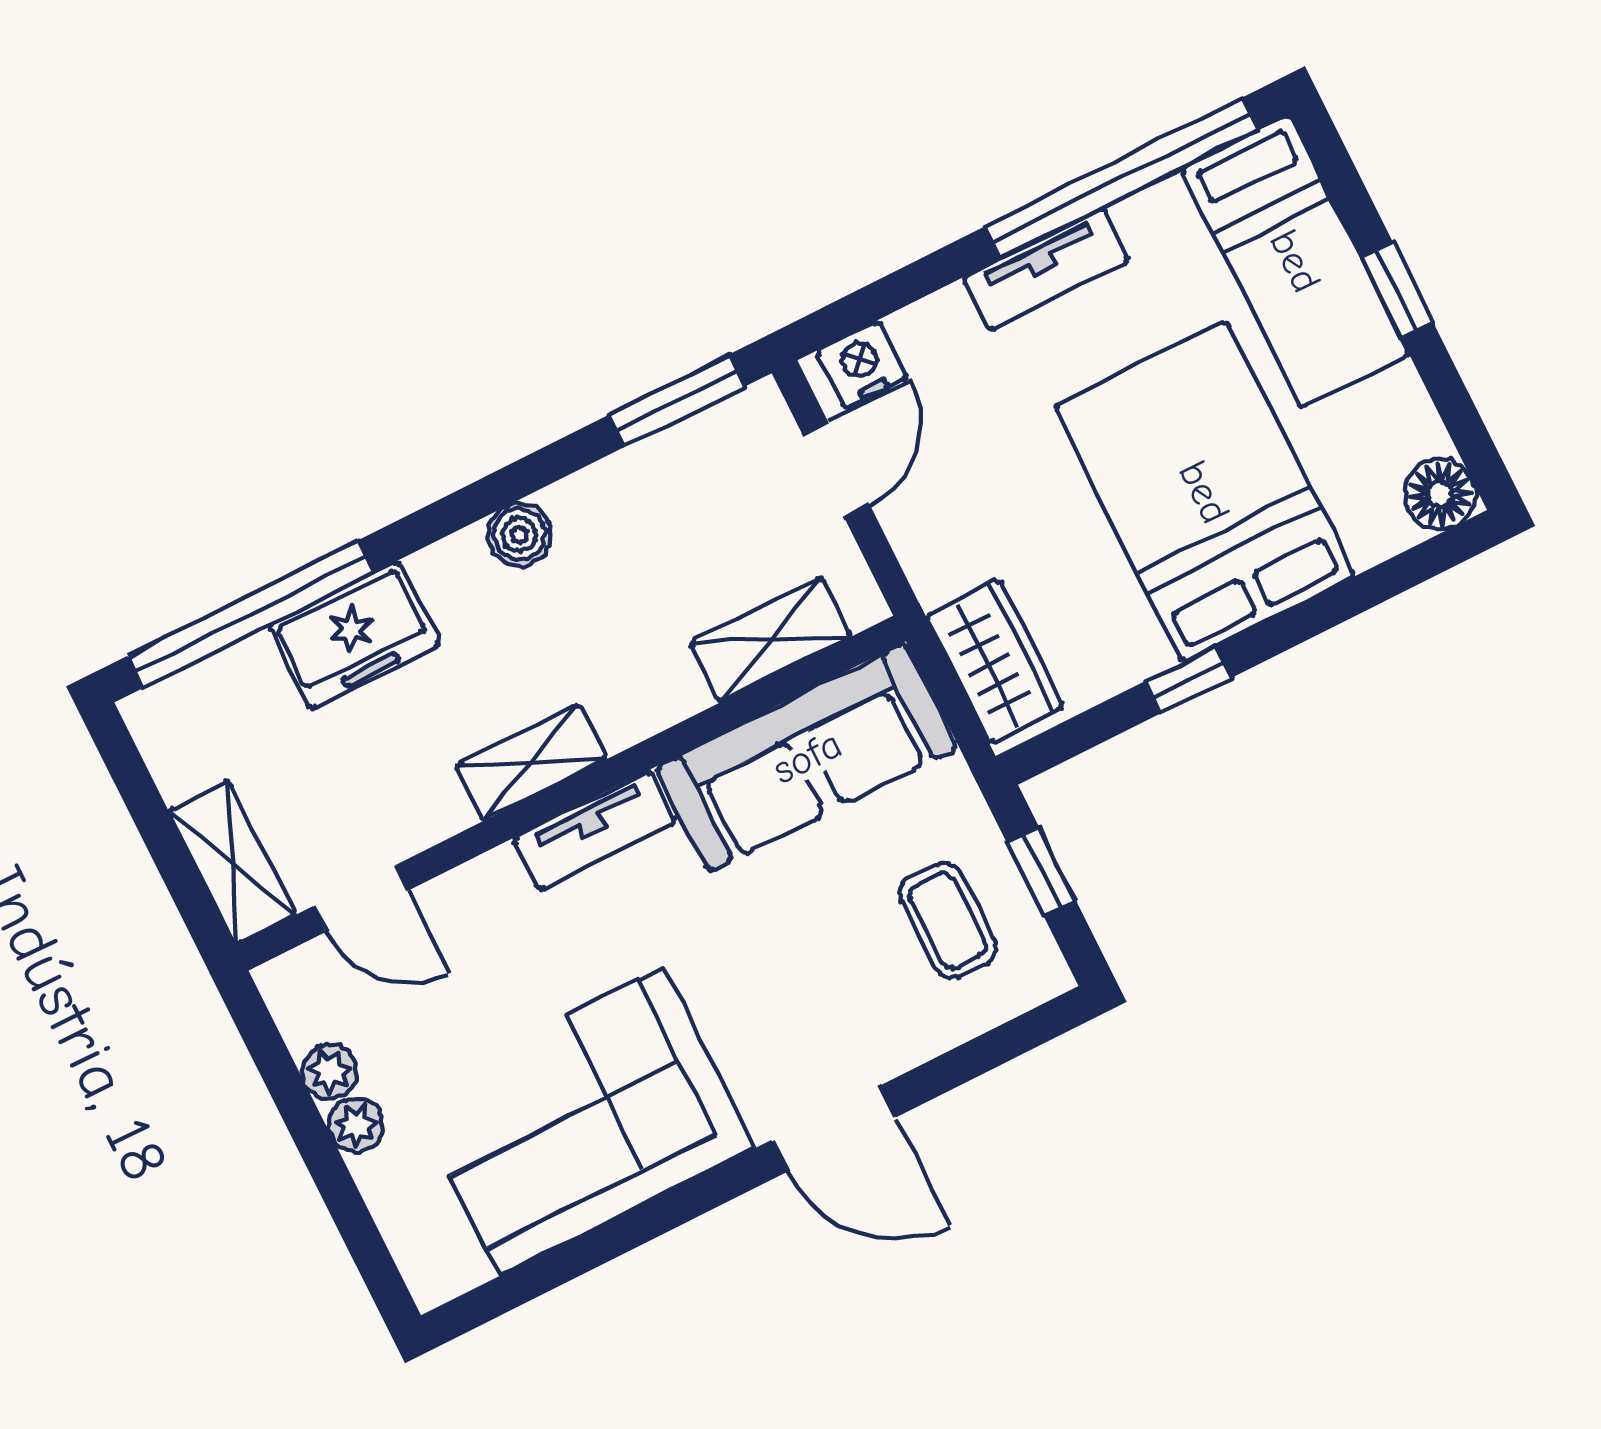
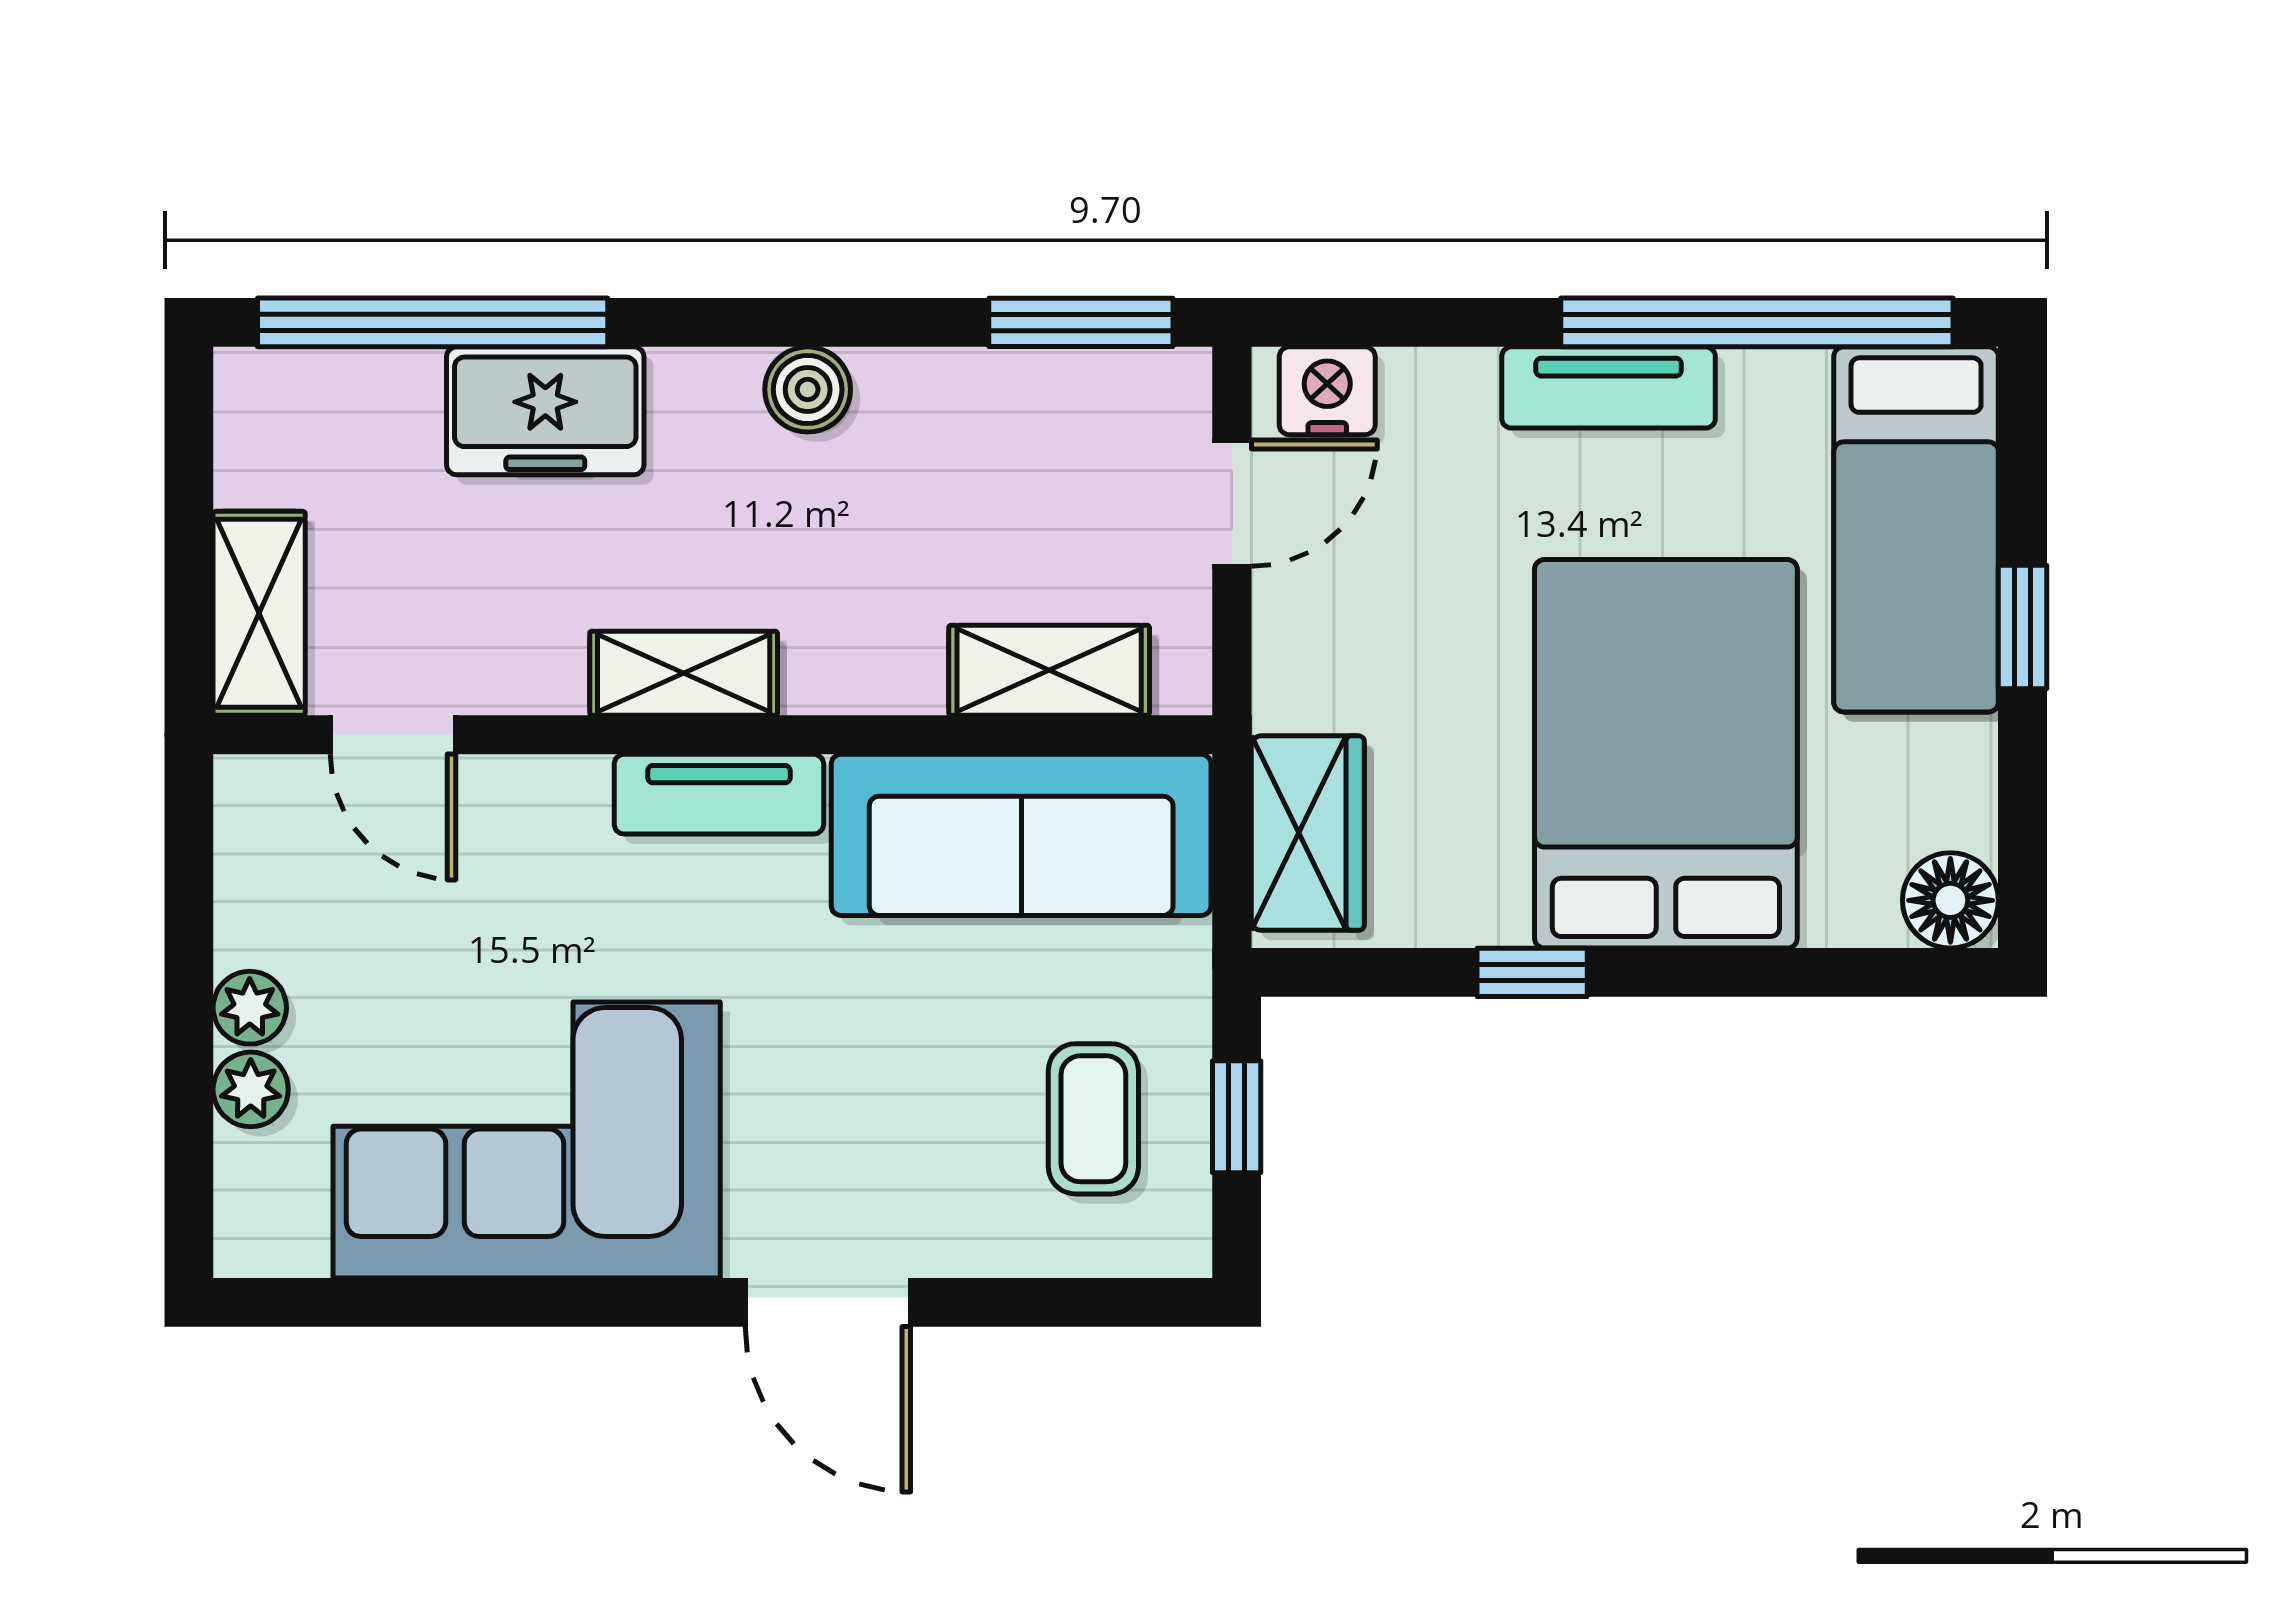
plant: (330, 1071) -> (251, 1089), moved

